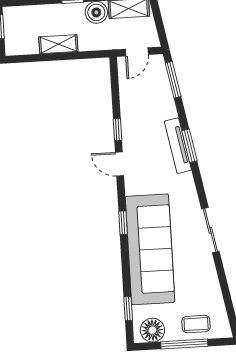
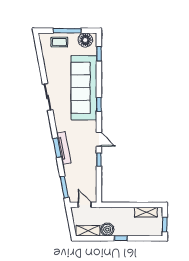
shelving: (58, 44) -> (146, 212), moved
door: (137, 52) -> (85, 205), hinge flipped

